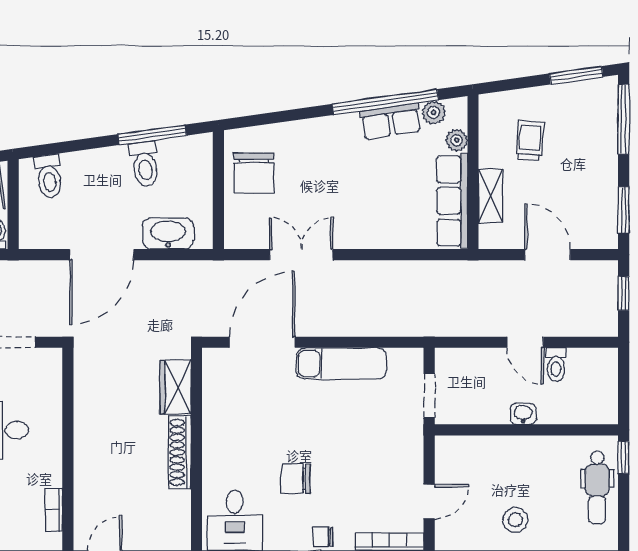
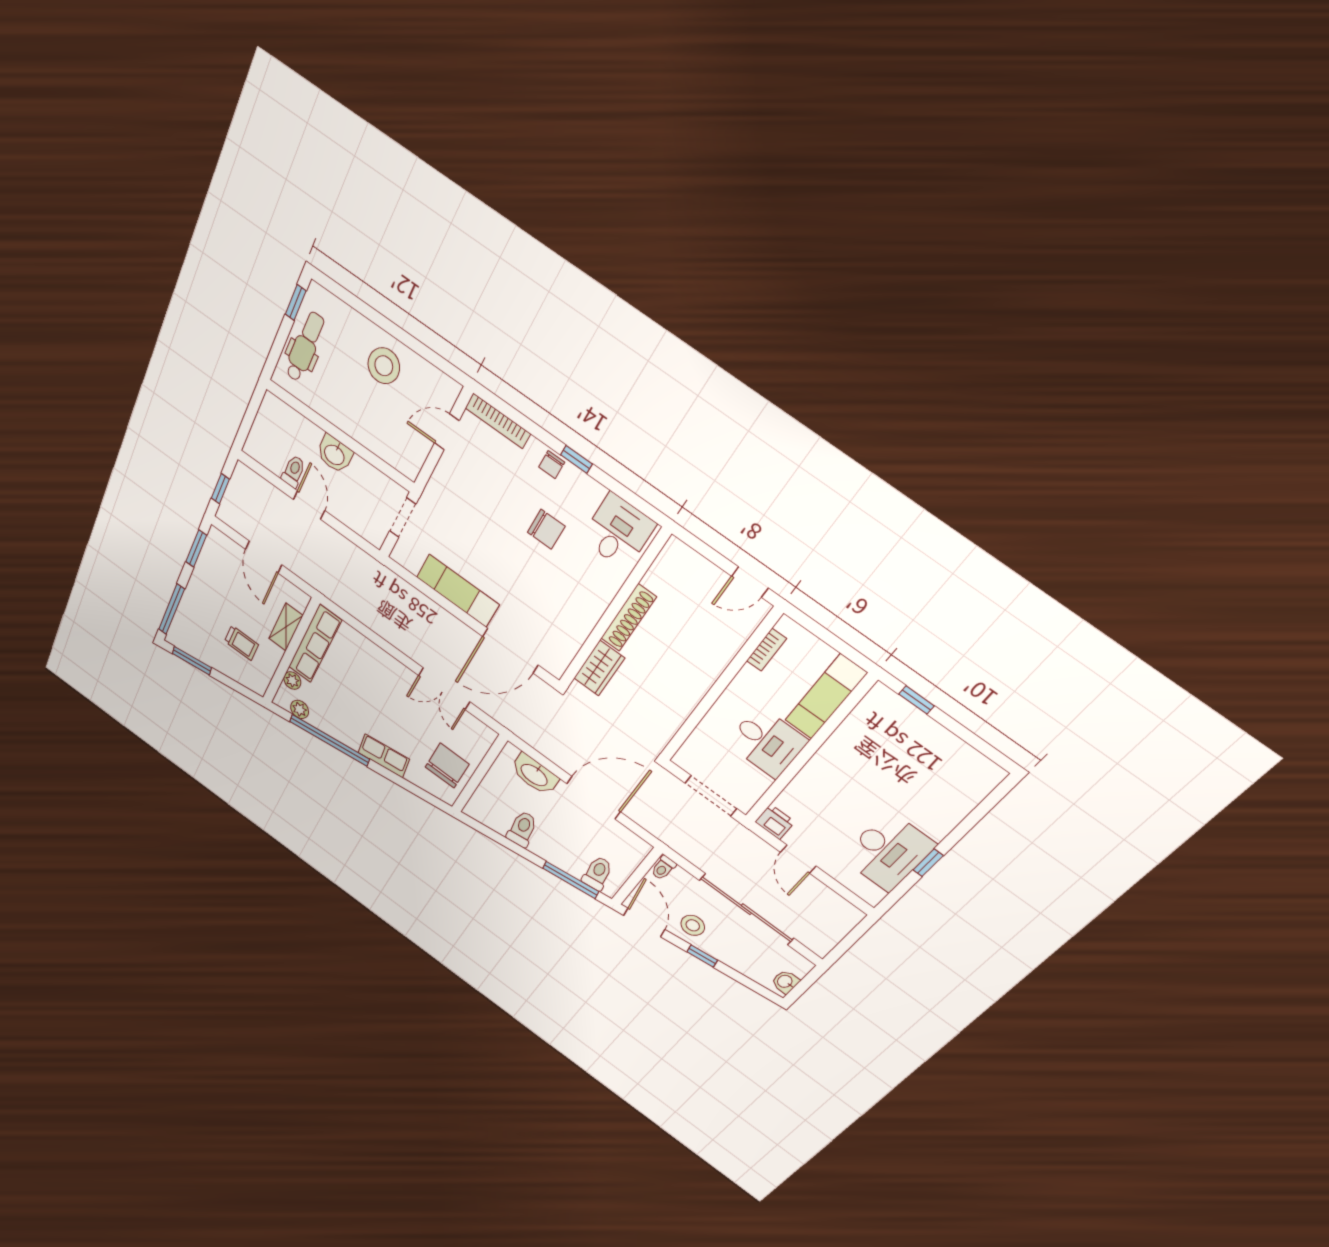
row of seats: (391, 121) -> (384, 756), moved
window: (152, 135) -> (571, 880), moved
trolley: (530, 140) -> (241, 643), turned -94
washbasin: (523, 414) -> (335, 454), width x1.38, depth x1.45
window: (624, 457) -> (296, 303), moved
stool: (515, 520) -> (384, 366), width x1.38, depth x1.38
chair: (323, 537) -> (552, 465), turned 90

